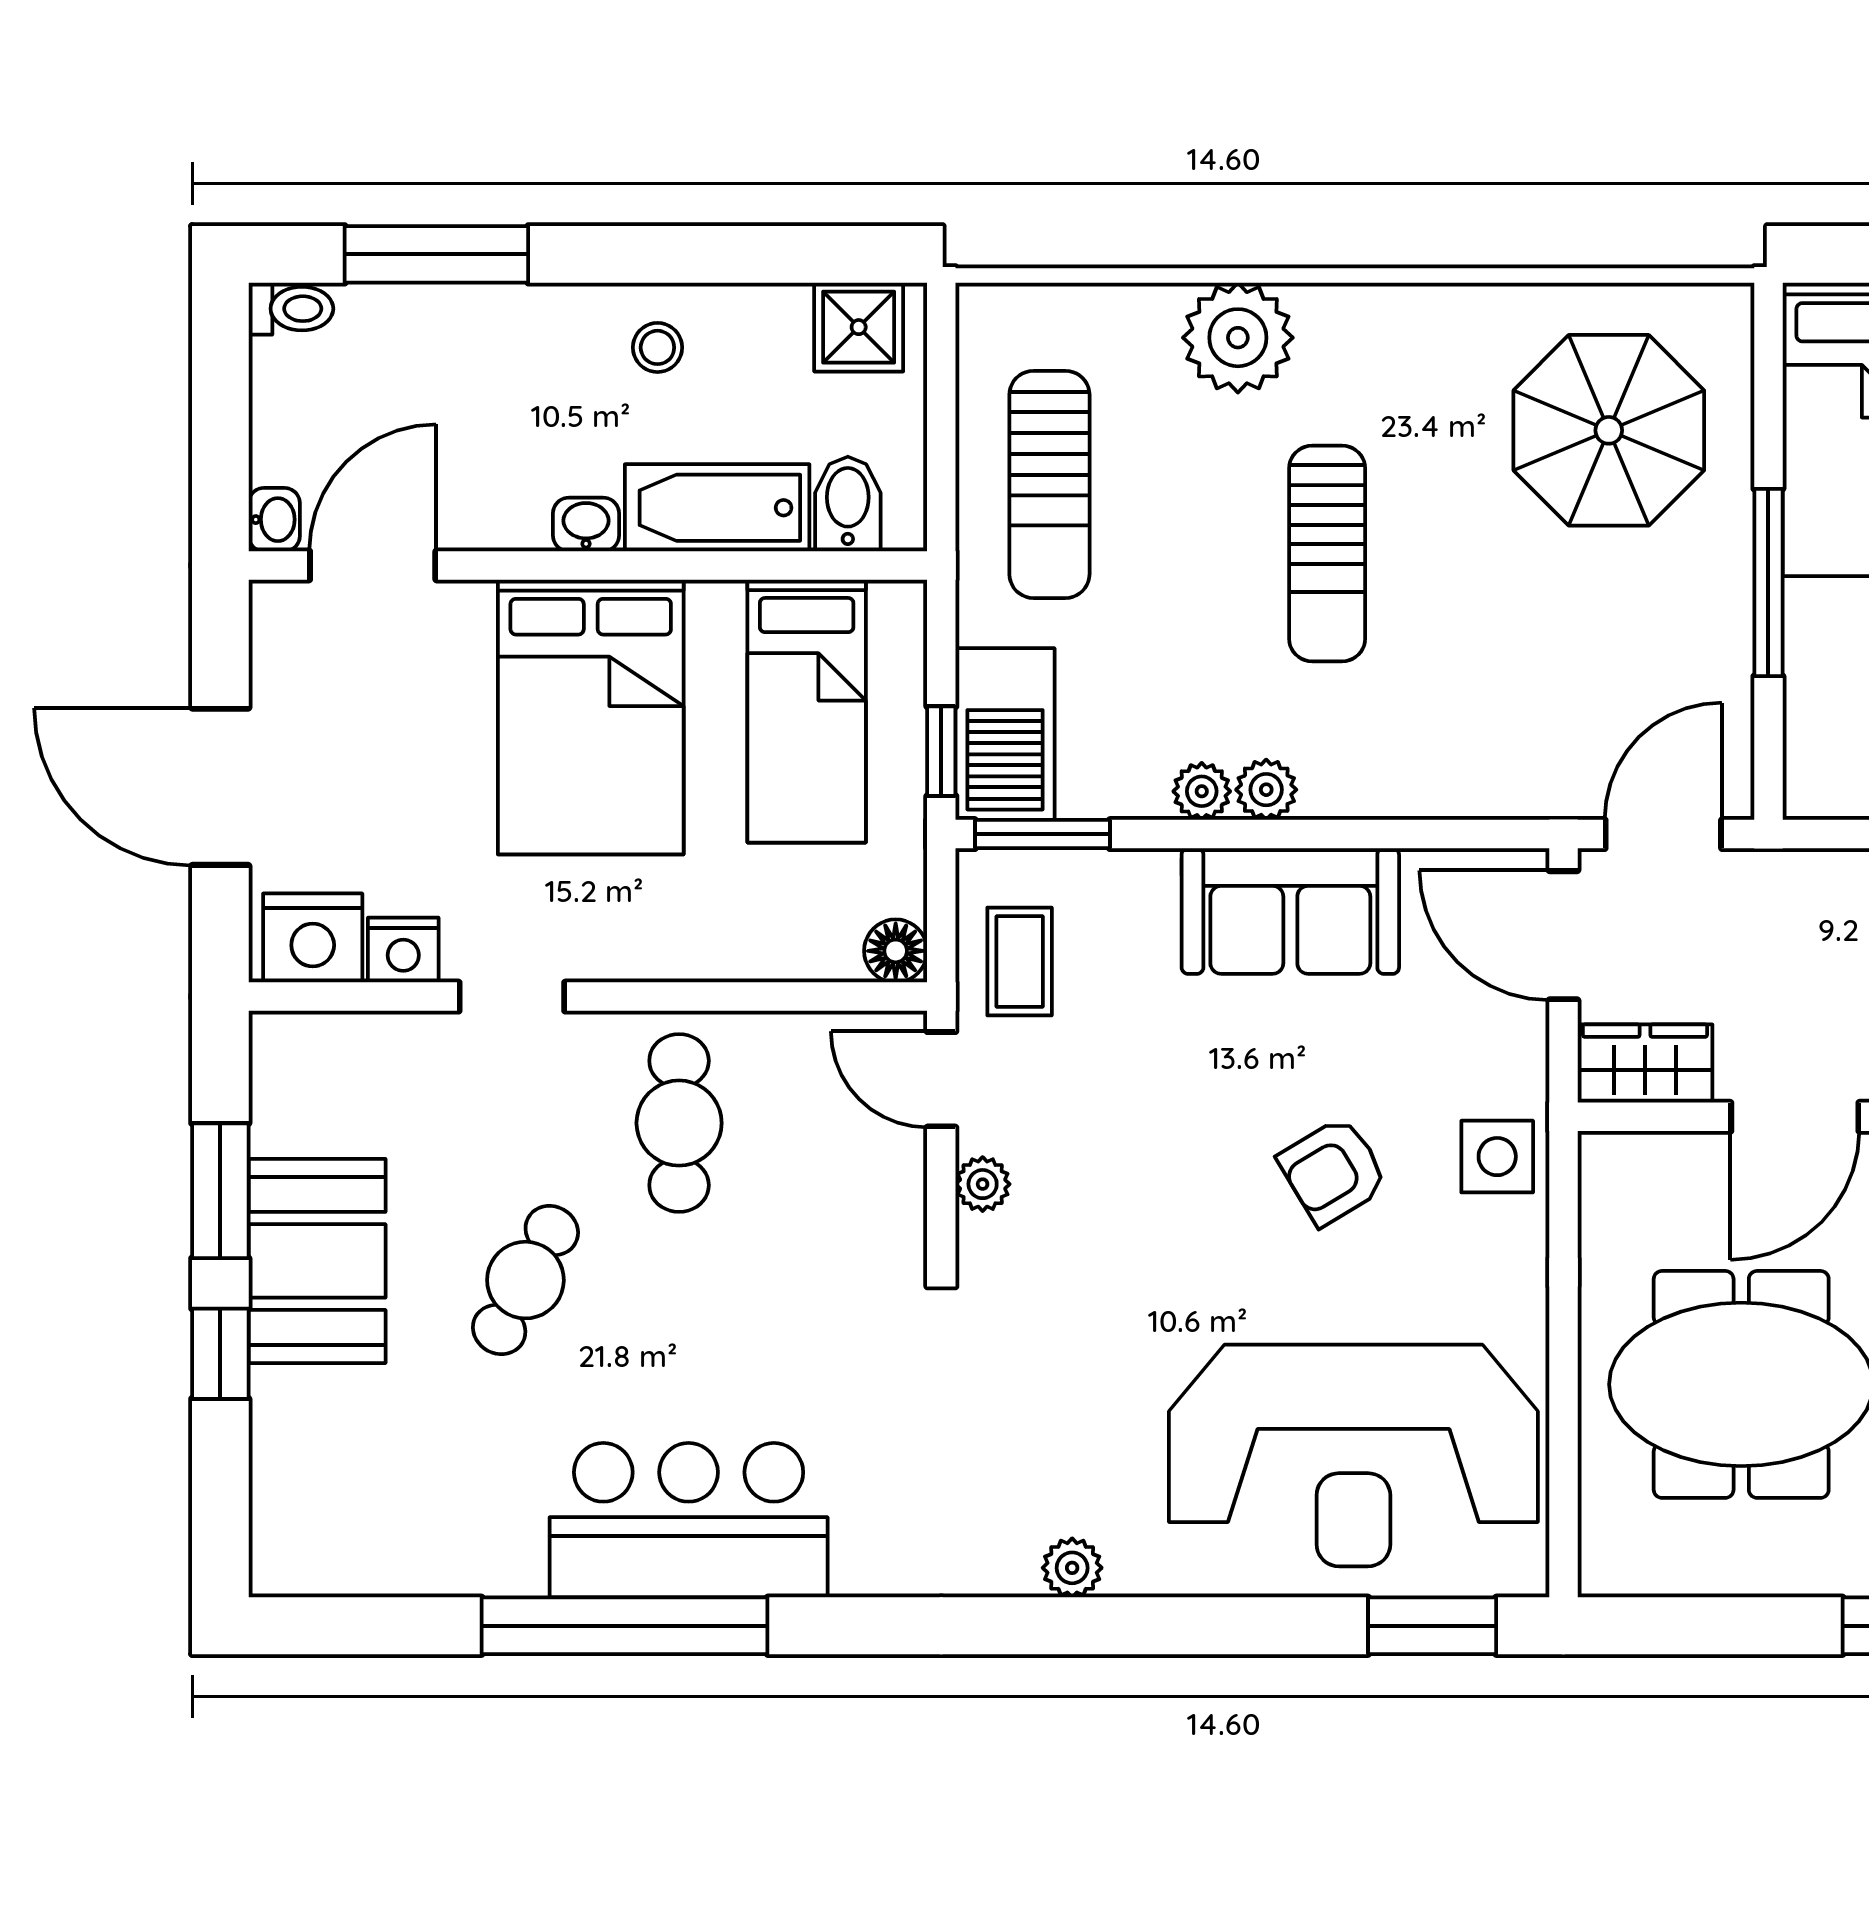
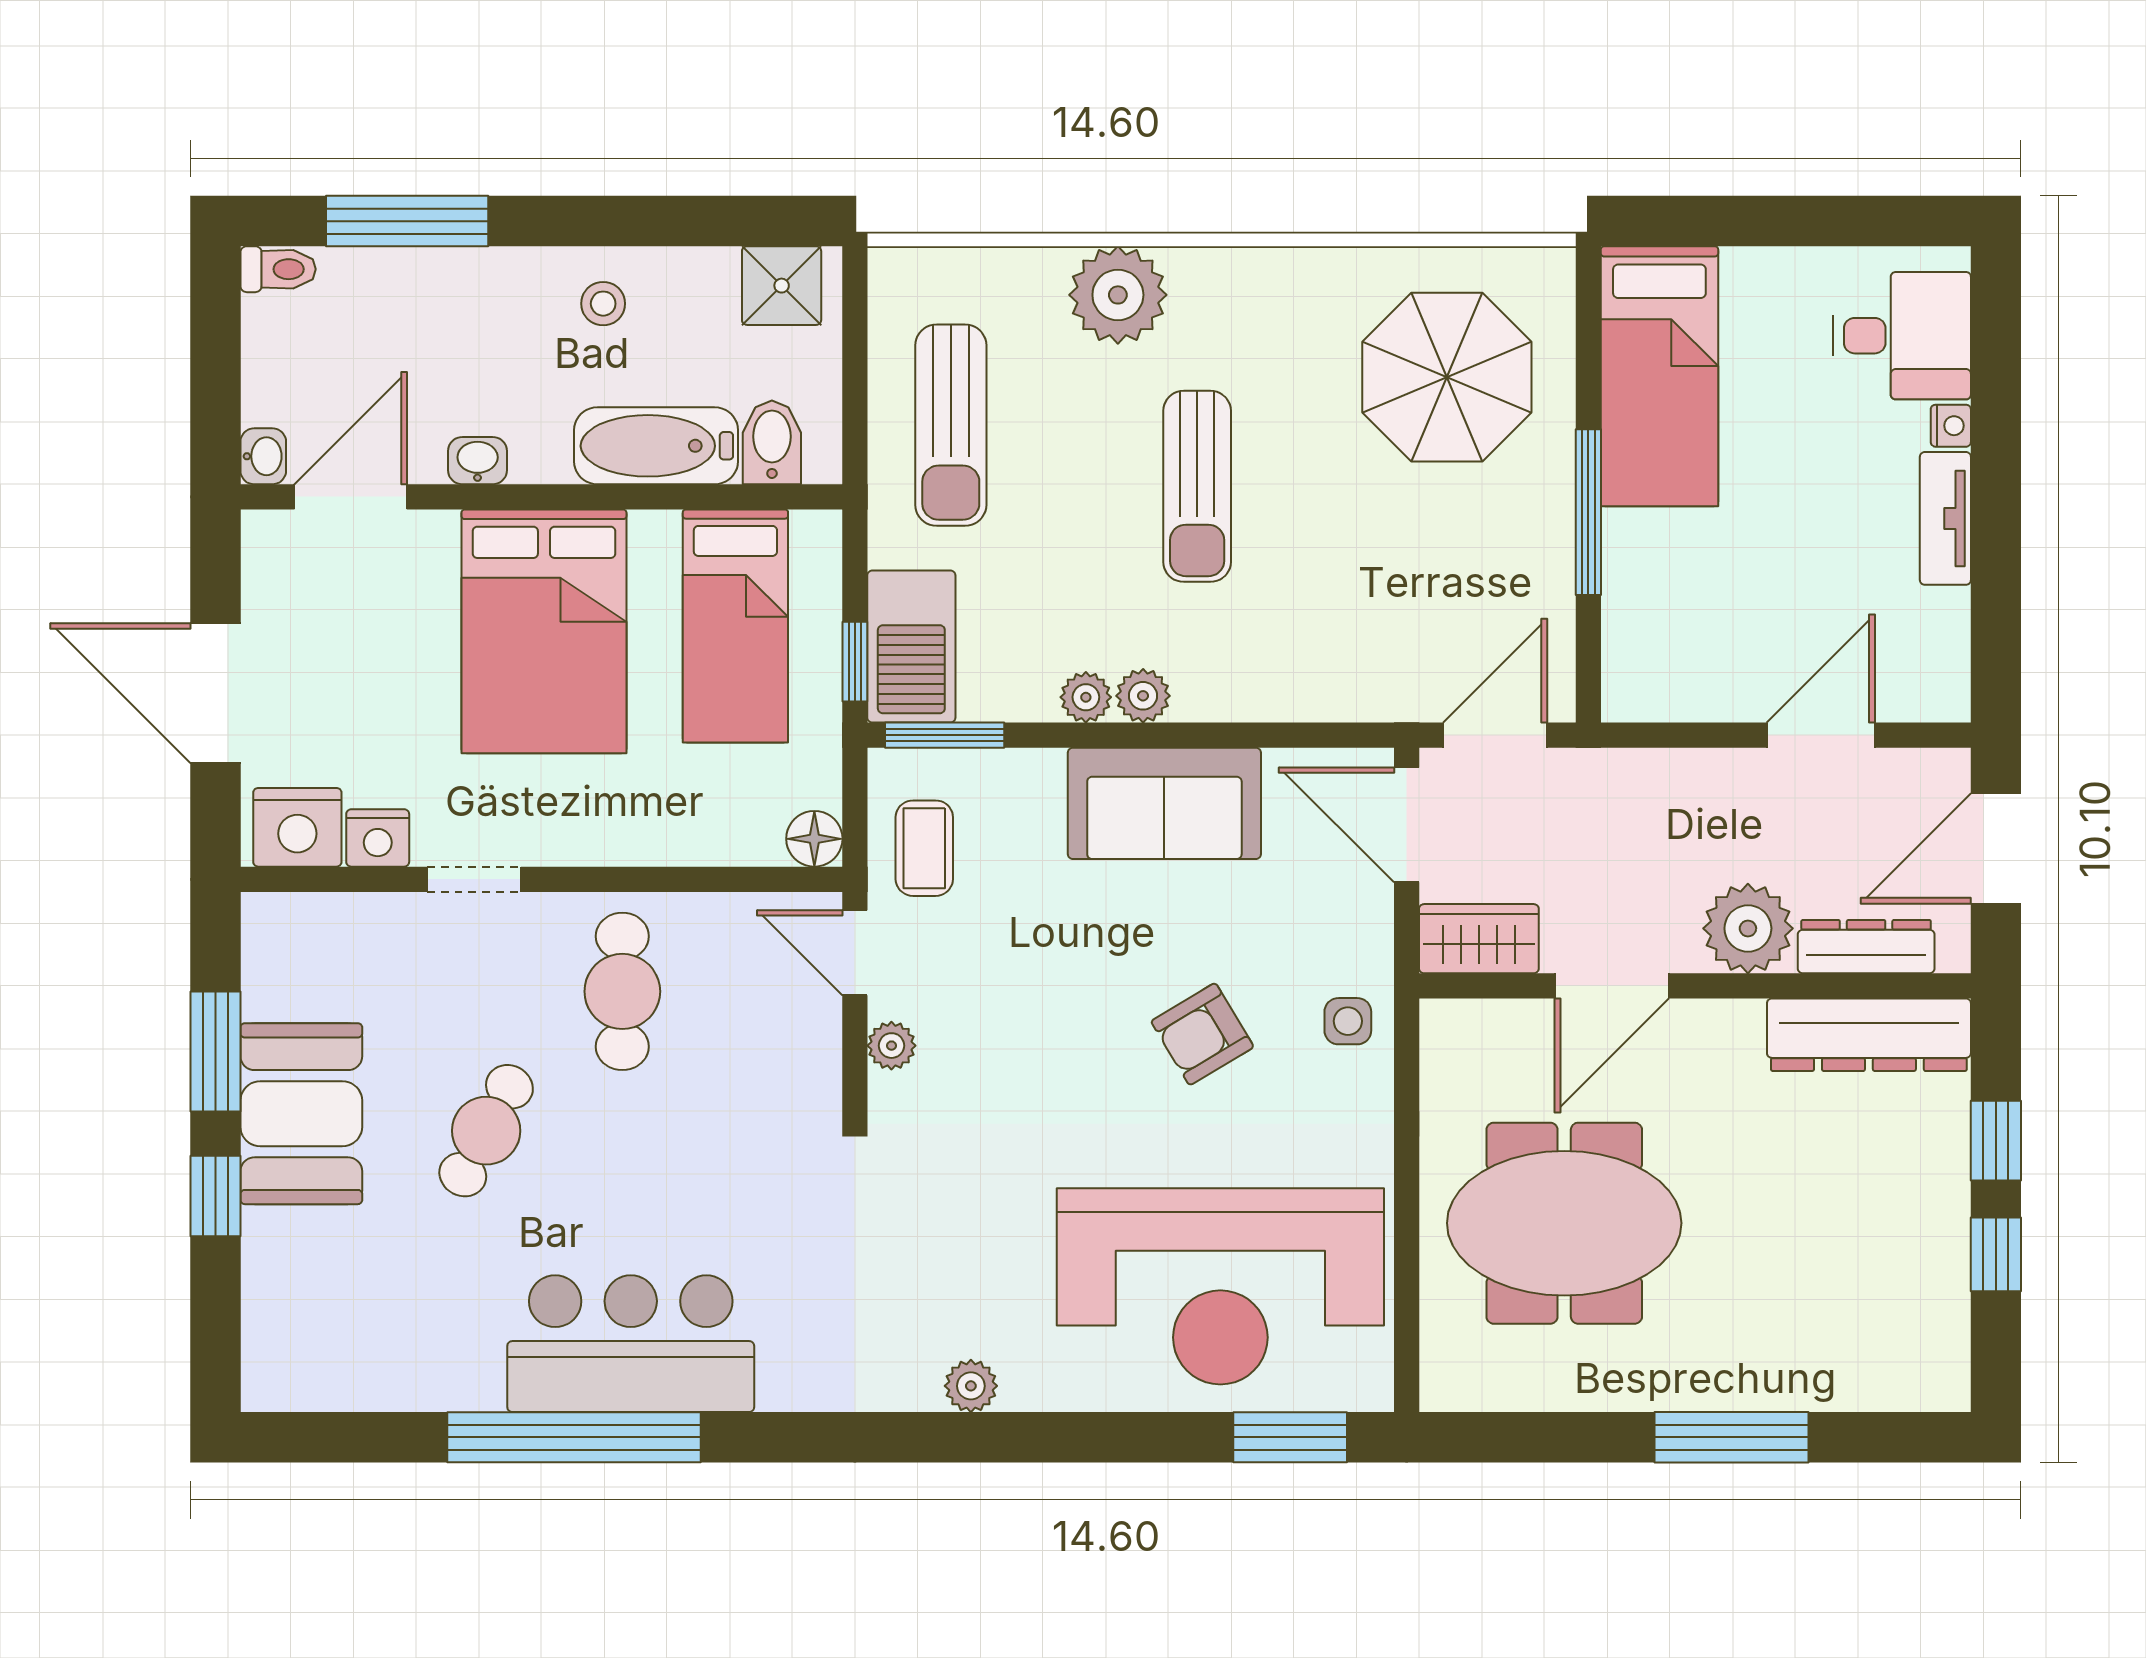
washbasin: (586, 524) -> (478, 461), moved
side table: (1497, 1157) -> (1348, 1021), width x0.73, depth x0.73

